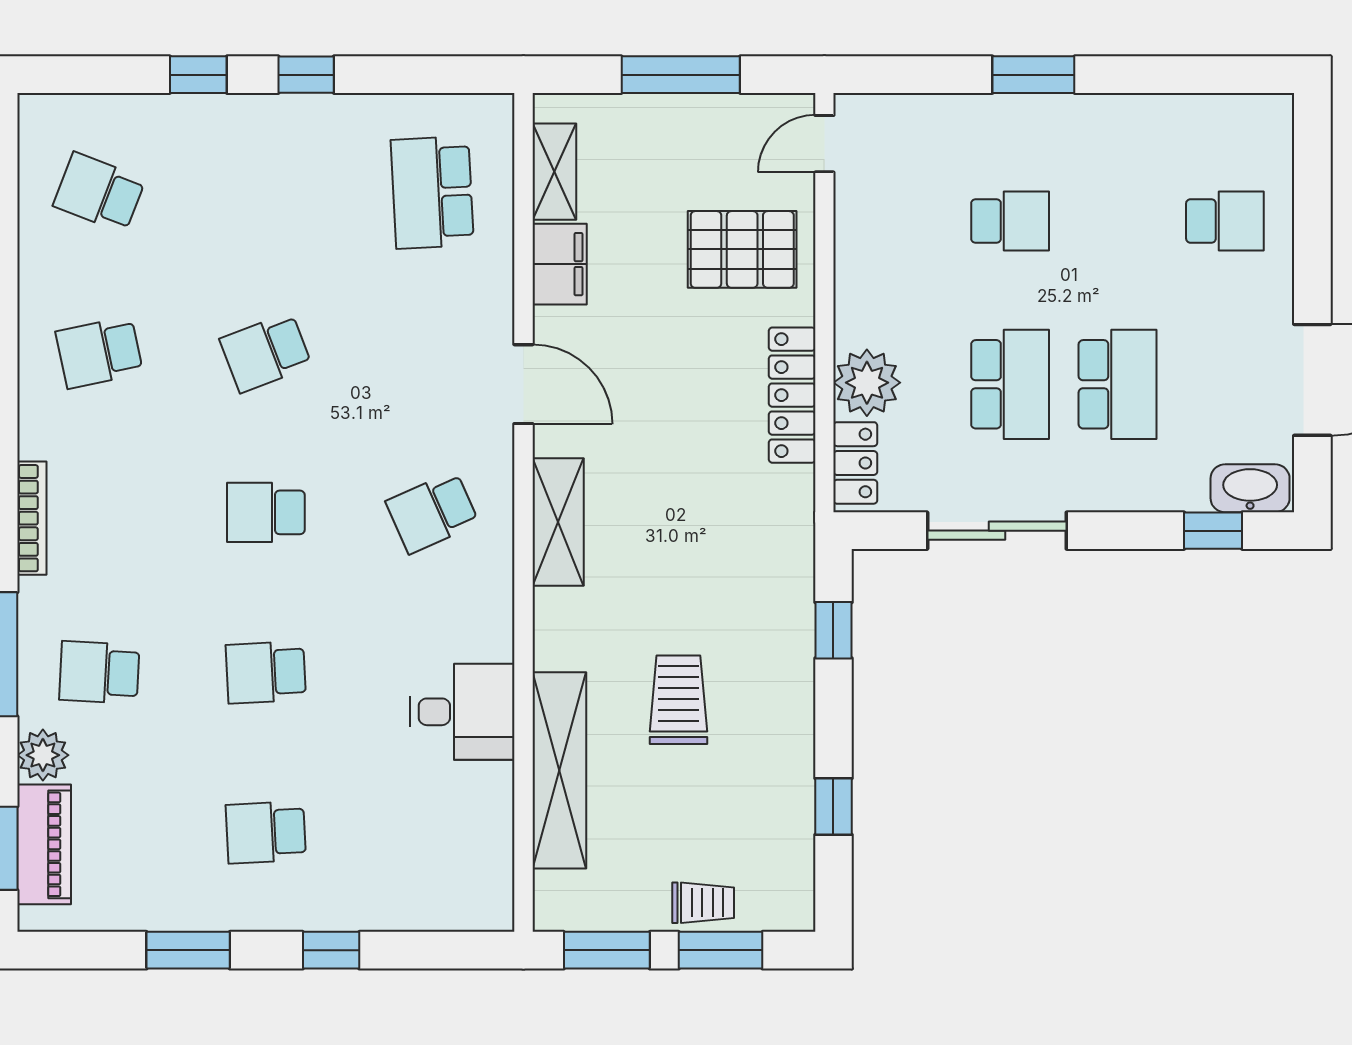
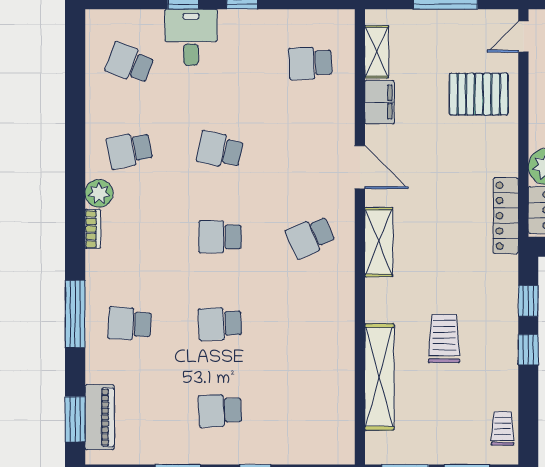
school desk: (432, 192) -> (310, 63), width x0.54
school desk: (266, 352) -> (220, 150), turned 33
locker: (792, 395) -> (506, 216), moved
bookcase: (32, 518) -> (93, 229), width x0.64
desk: (462, 712) -> (191, 37), moved, turned -90
plant: (43, 755) -> (99, 193), moved
window: (833, 807) -> (528, 350), moved
trolley: (703, 903) -> (503, 428), moved, turned -90

